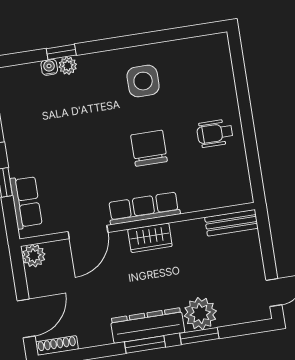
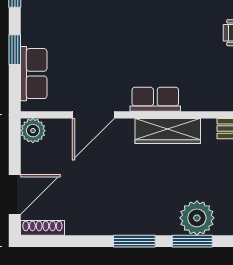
chair: (149, 148) -> (171, 38), removed
row of seats: (144, 208) -> (155, 99), width x0.68
wardrobe: (150, 238) -> (168, 131), width x1.50
dresser: (148, 326) -> (140, 222), removed

